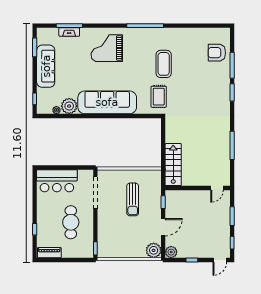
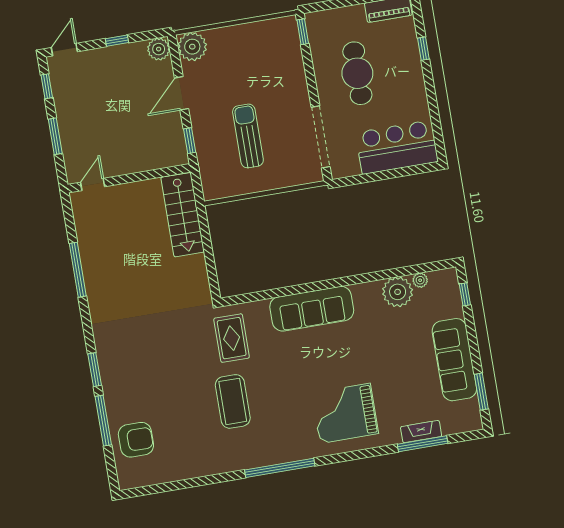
grand piano: (107, 48) -> (345, 413), turned 180
sofa: (107, 102) -> (312, 309), width x0.74, depth x0.79

